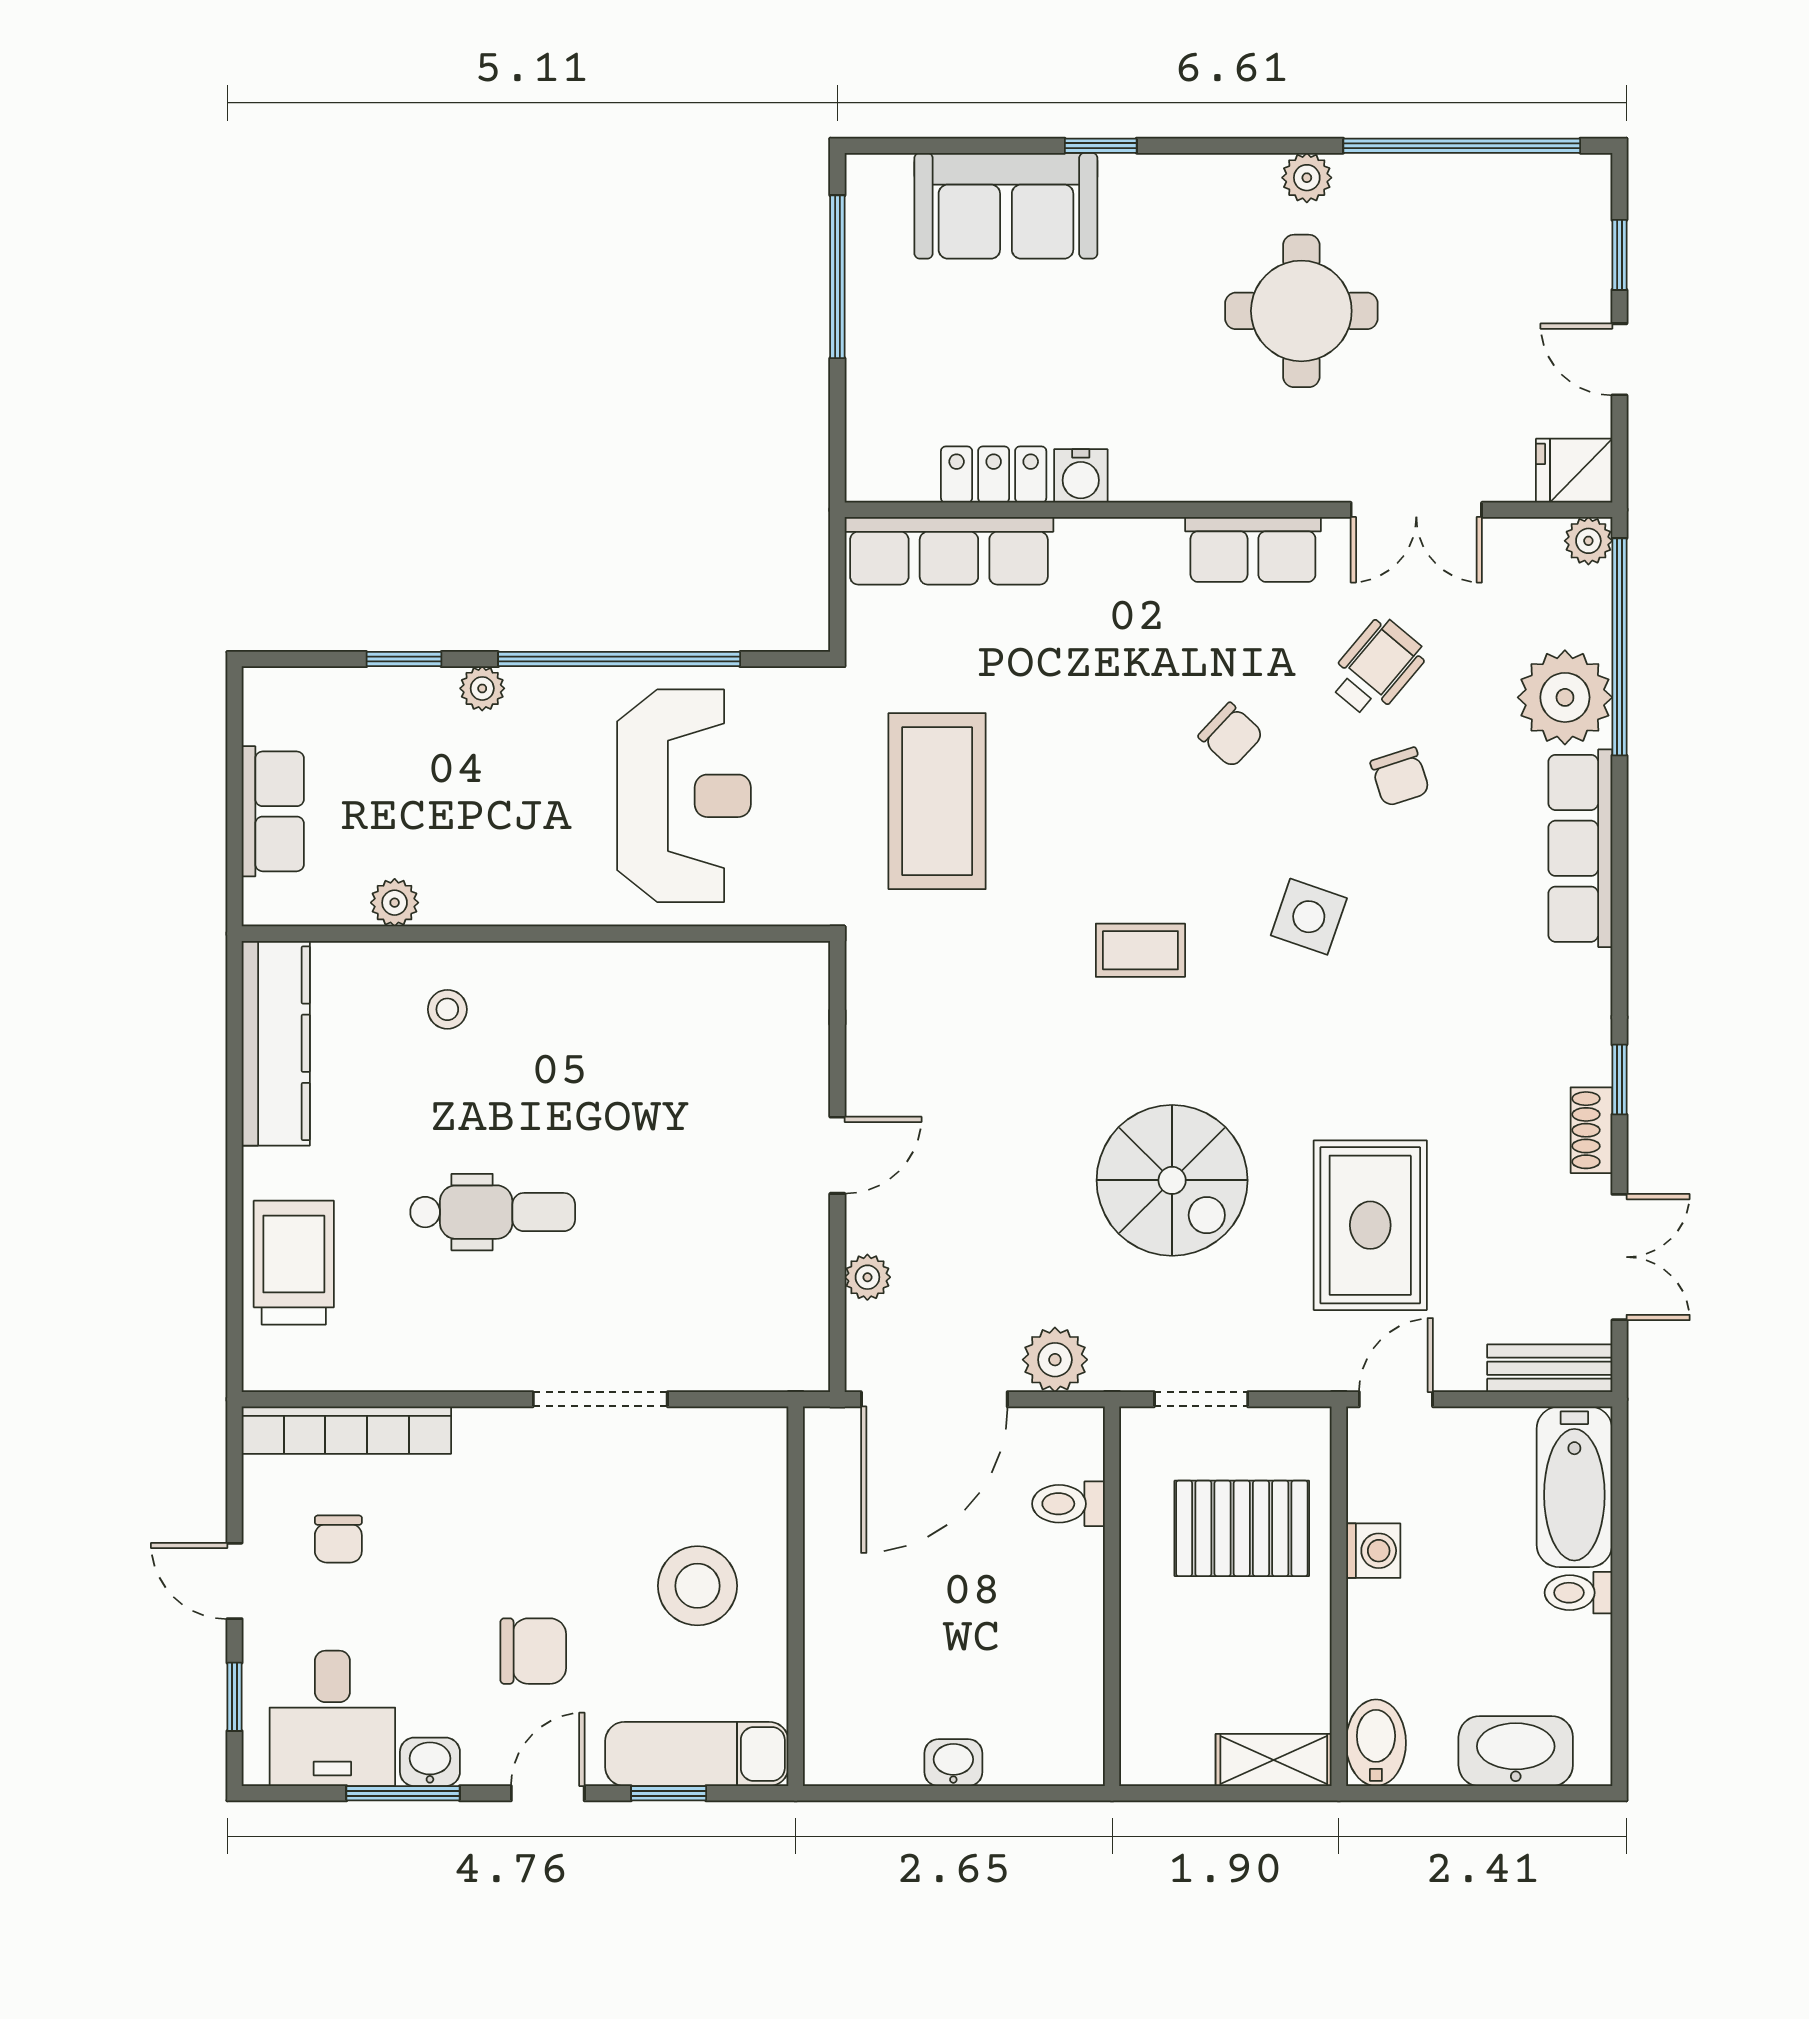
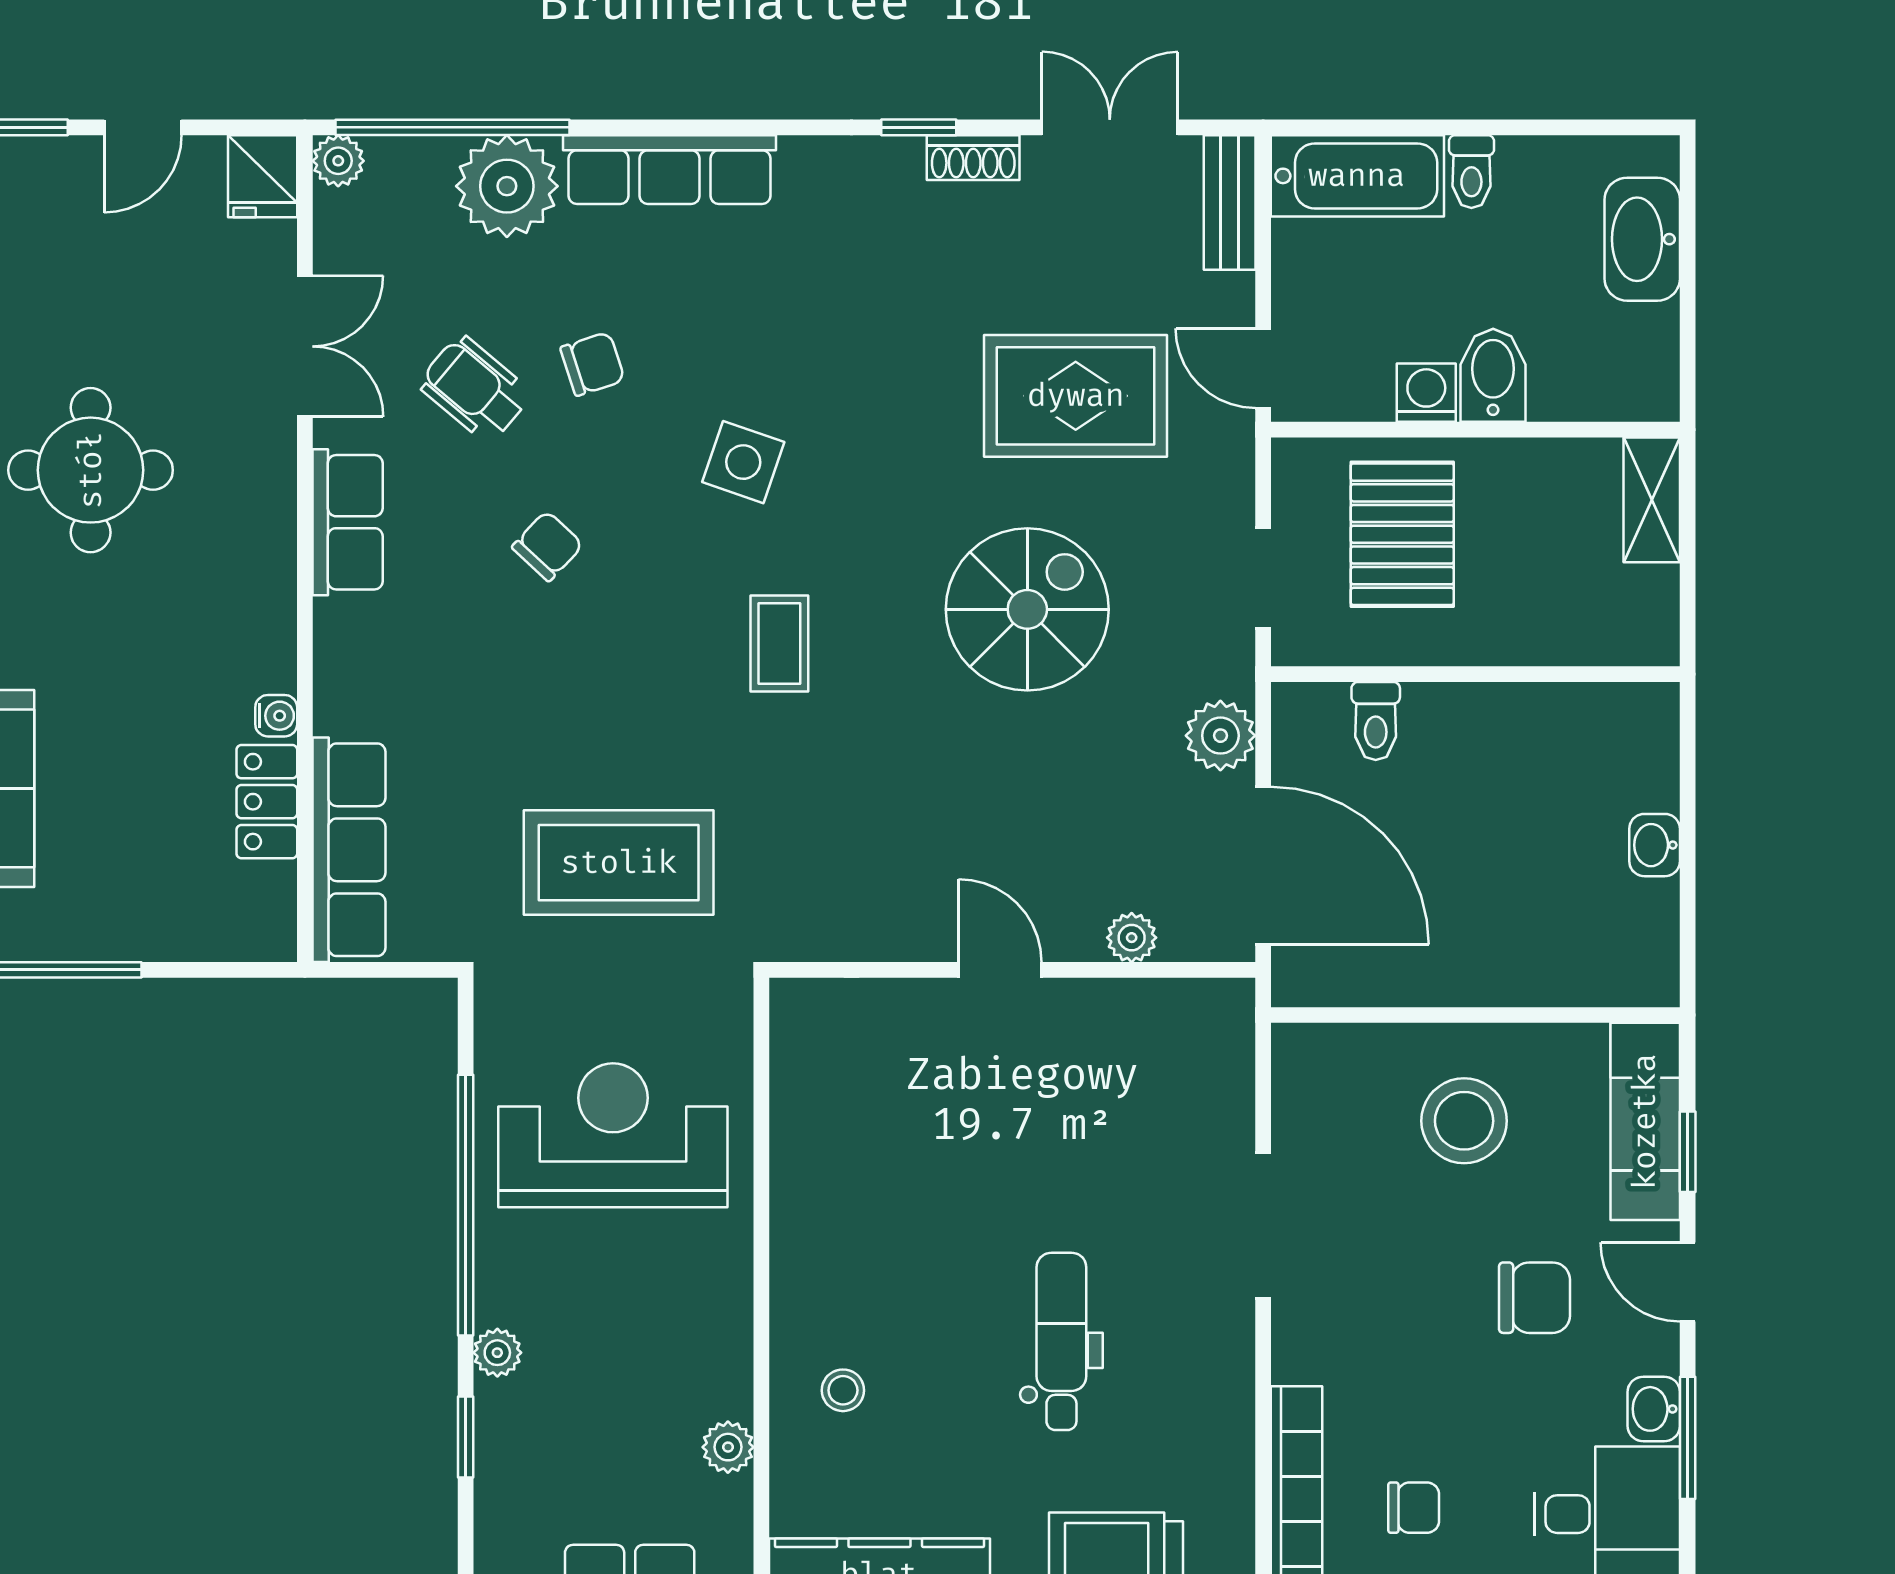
water cooler: (1081, 476) -> (276, 716), width x0.72, depth x0.72
chair: (533, 1651) -> (1534, 1298), turned 90
bidet: (1376, 1743) -> (1493, 375), moved, turned 90

